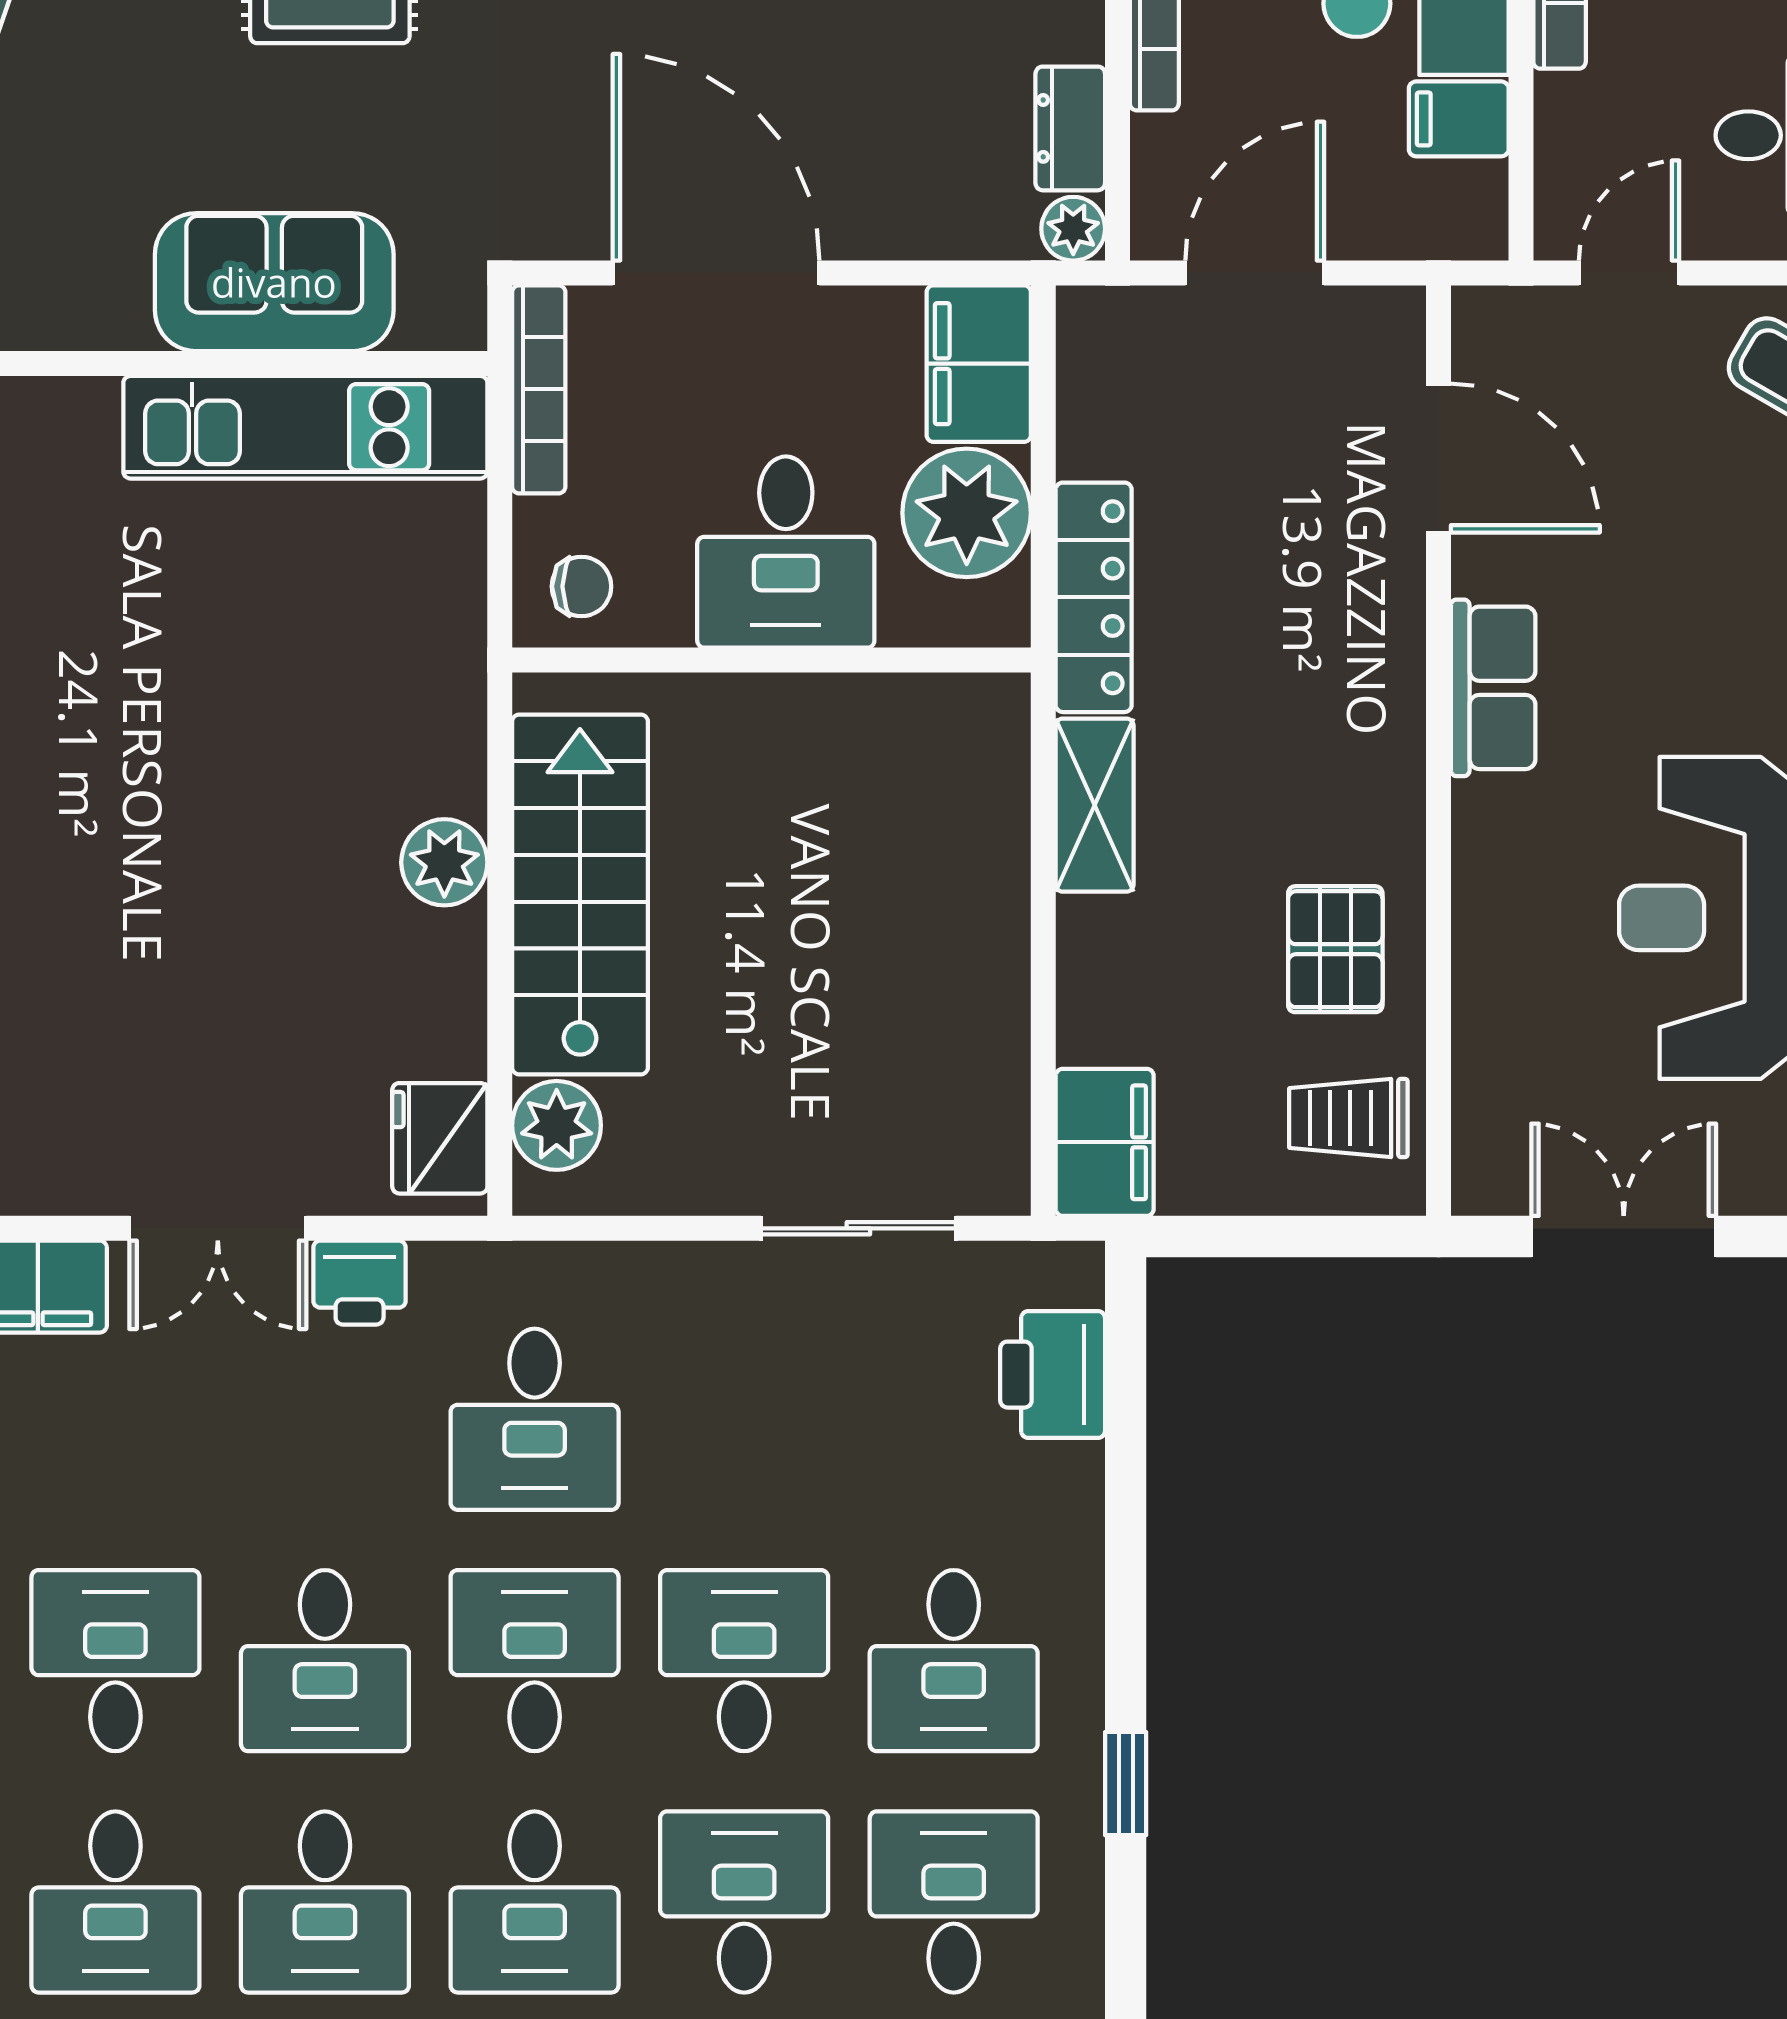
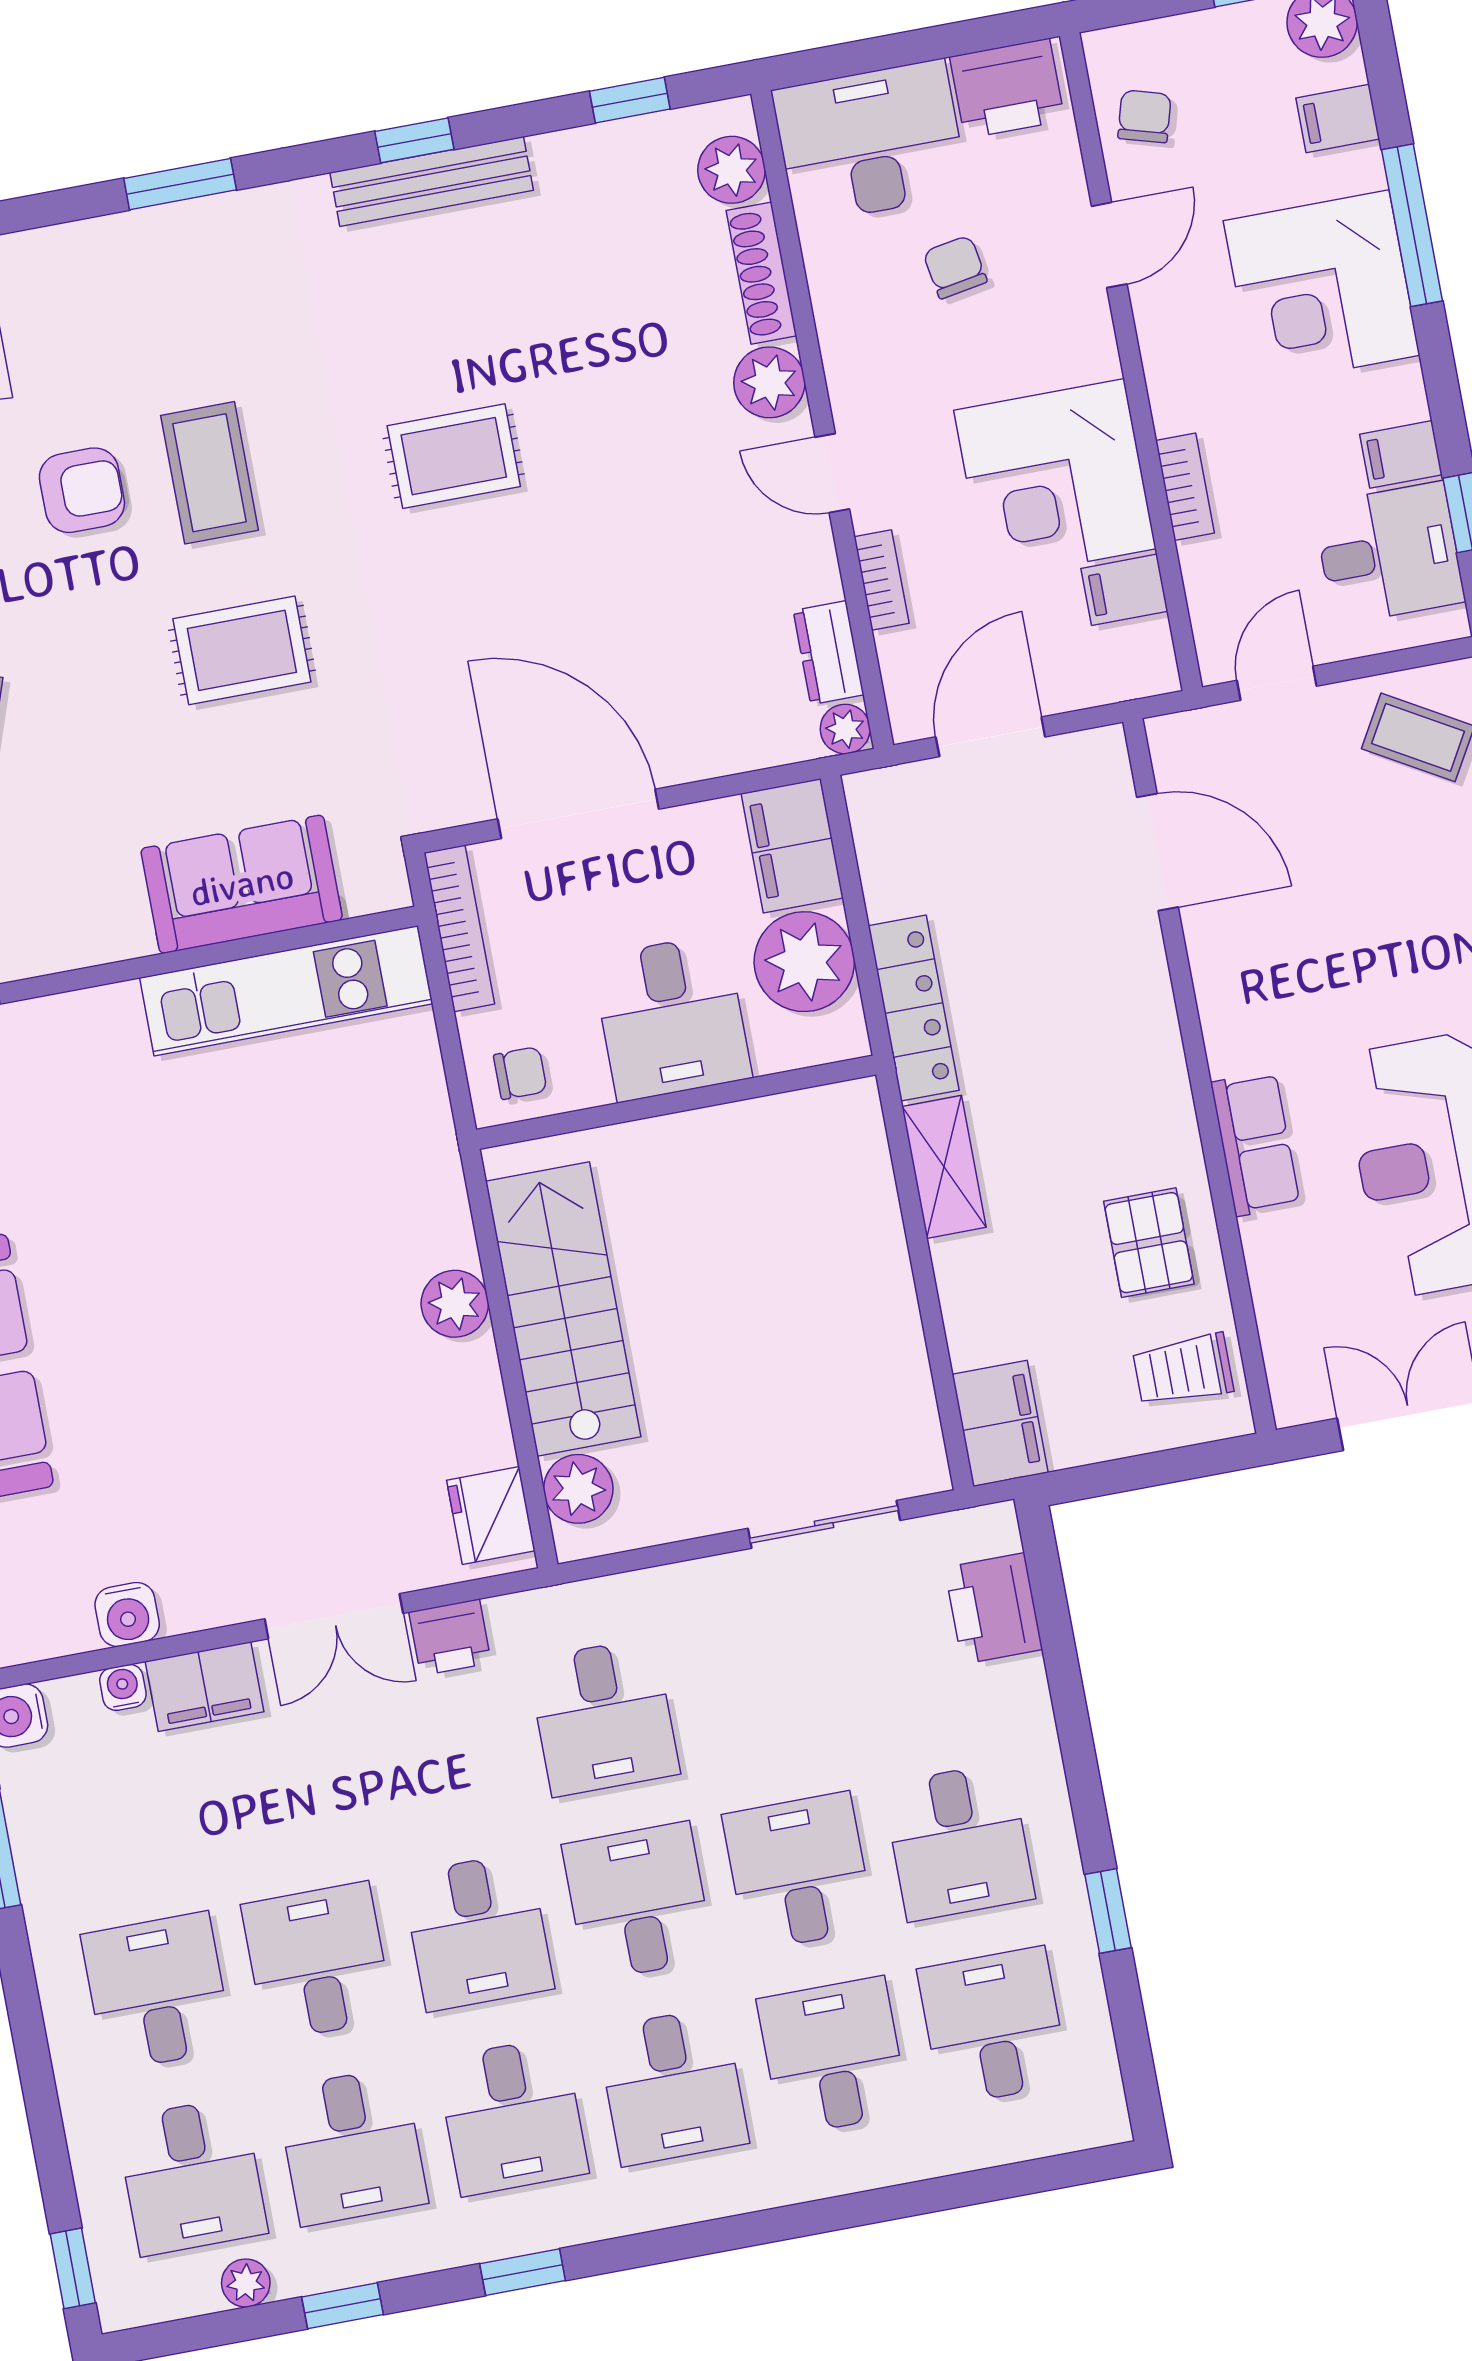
row of seats: (1493, 688) -> (1255, 1144), moved

